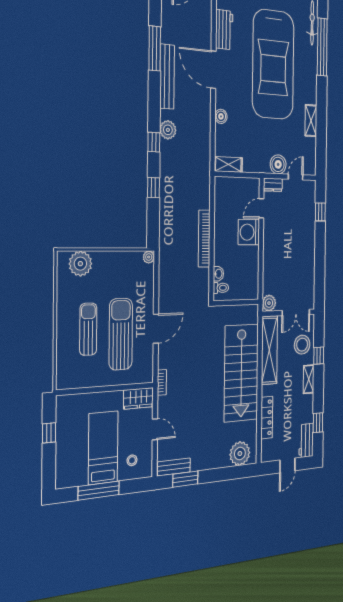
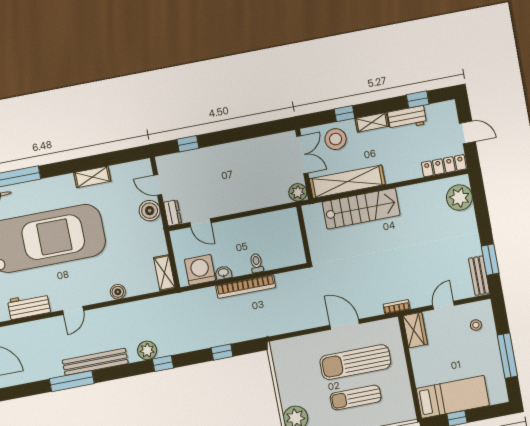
door: (213, 70) -> (73, 310), width x0.53
window: (153, 188) -> (222, 352), moved
washing machine: (249, 232) -> (200, 270), moved, turned 180
plant: (149, 257) -> (276, 347), removed
washbasin: (218, 274) -> (223, 273), moved
toilet: (221, 288) -> (256, 263), moved
stairs: (241, 373) -> (361, 209), width x0.73, depth x0.66
locker: (267, 418) -> (444, 166), moved
workbench: (306, 440) -> (407, 118), moved
bed: (103, 448) -> (453, 397), moved, turned 180

